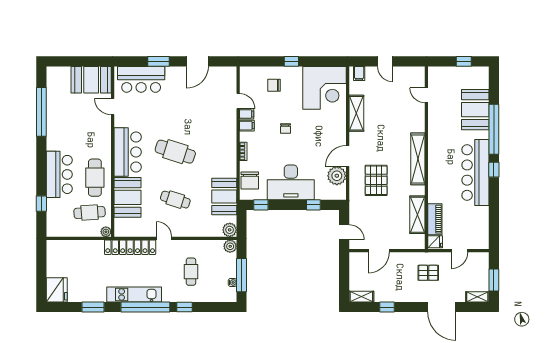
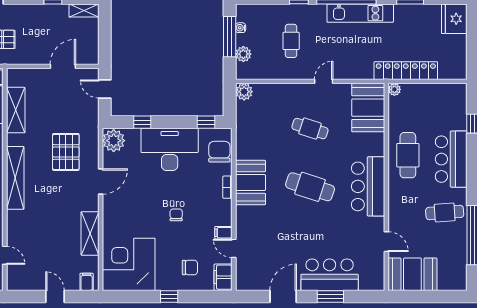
bar counter: (141, 79) -> (330, 275), moved
filing cabinet: (247, 126) -> (223, 277), moved, width x2.00
plant: (337, 176) -> (114, 141), moved
booth: (224, 196) -> (250, 183), moved
booth: (127, 197) -> (368, 108), moved
cafe table: (90, 213) -> (445, 212), moved
door: (164, 238) -> (324, 81), swing flipped
plant: (230, 246) -> (243, 54), moved
locker: (130, 247) -> (406, 71), moved

